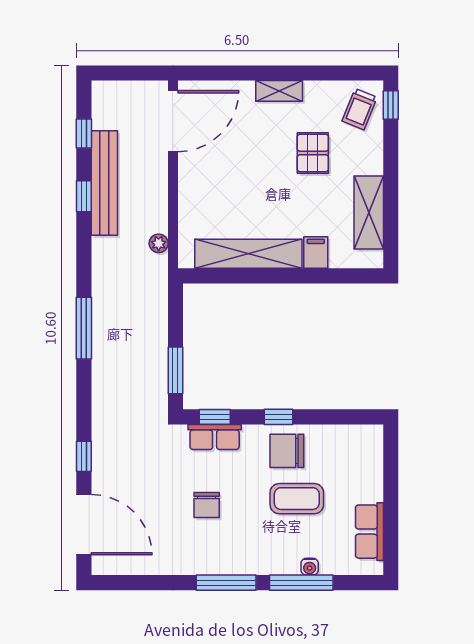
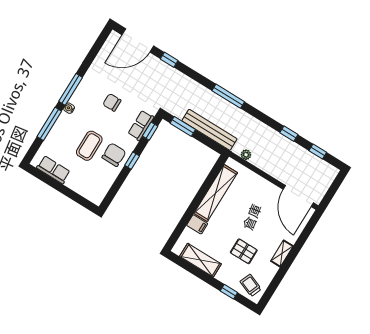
window: (391, 105) -> (229, 292), moved
bench: (104, 183) -> (209, 130), moved
water cooler: (310, 567) -> (69, 108), moved

